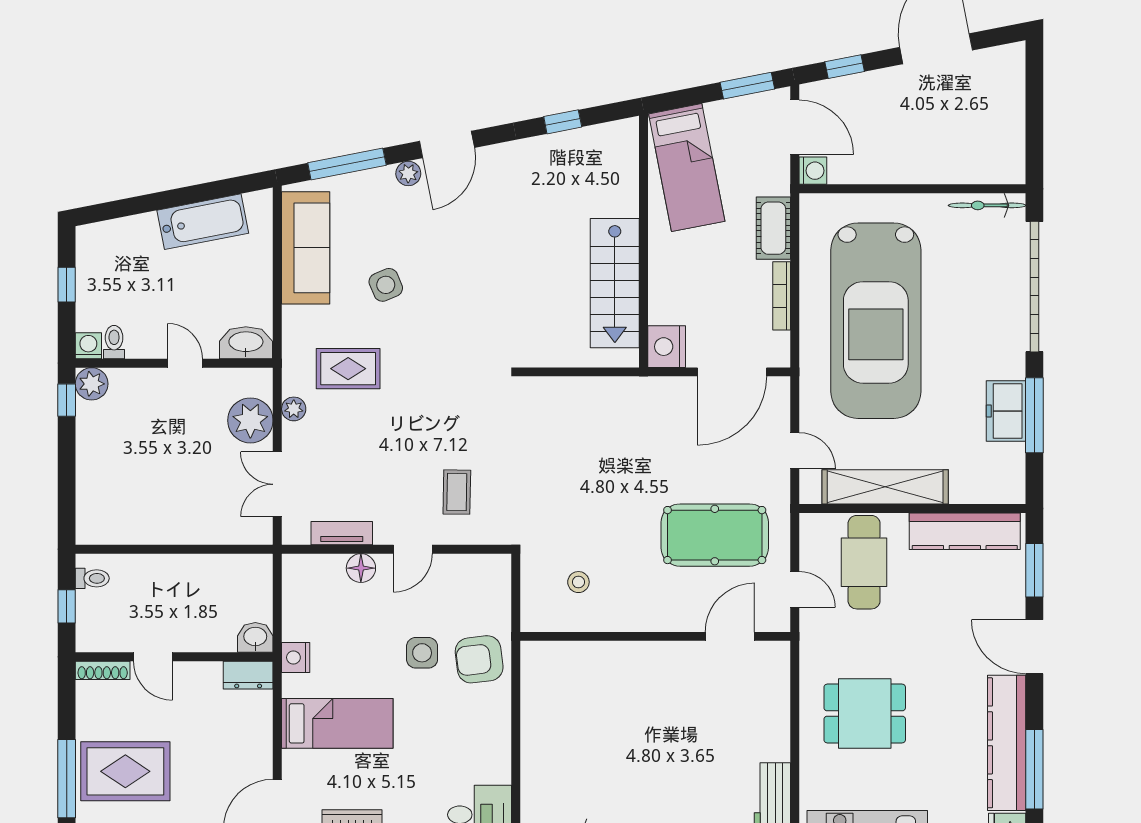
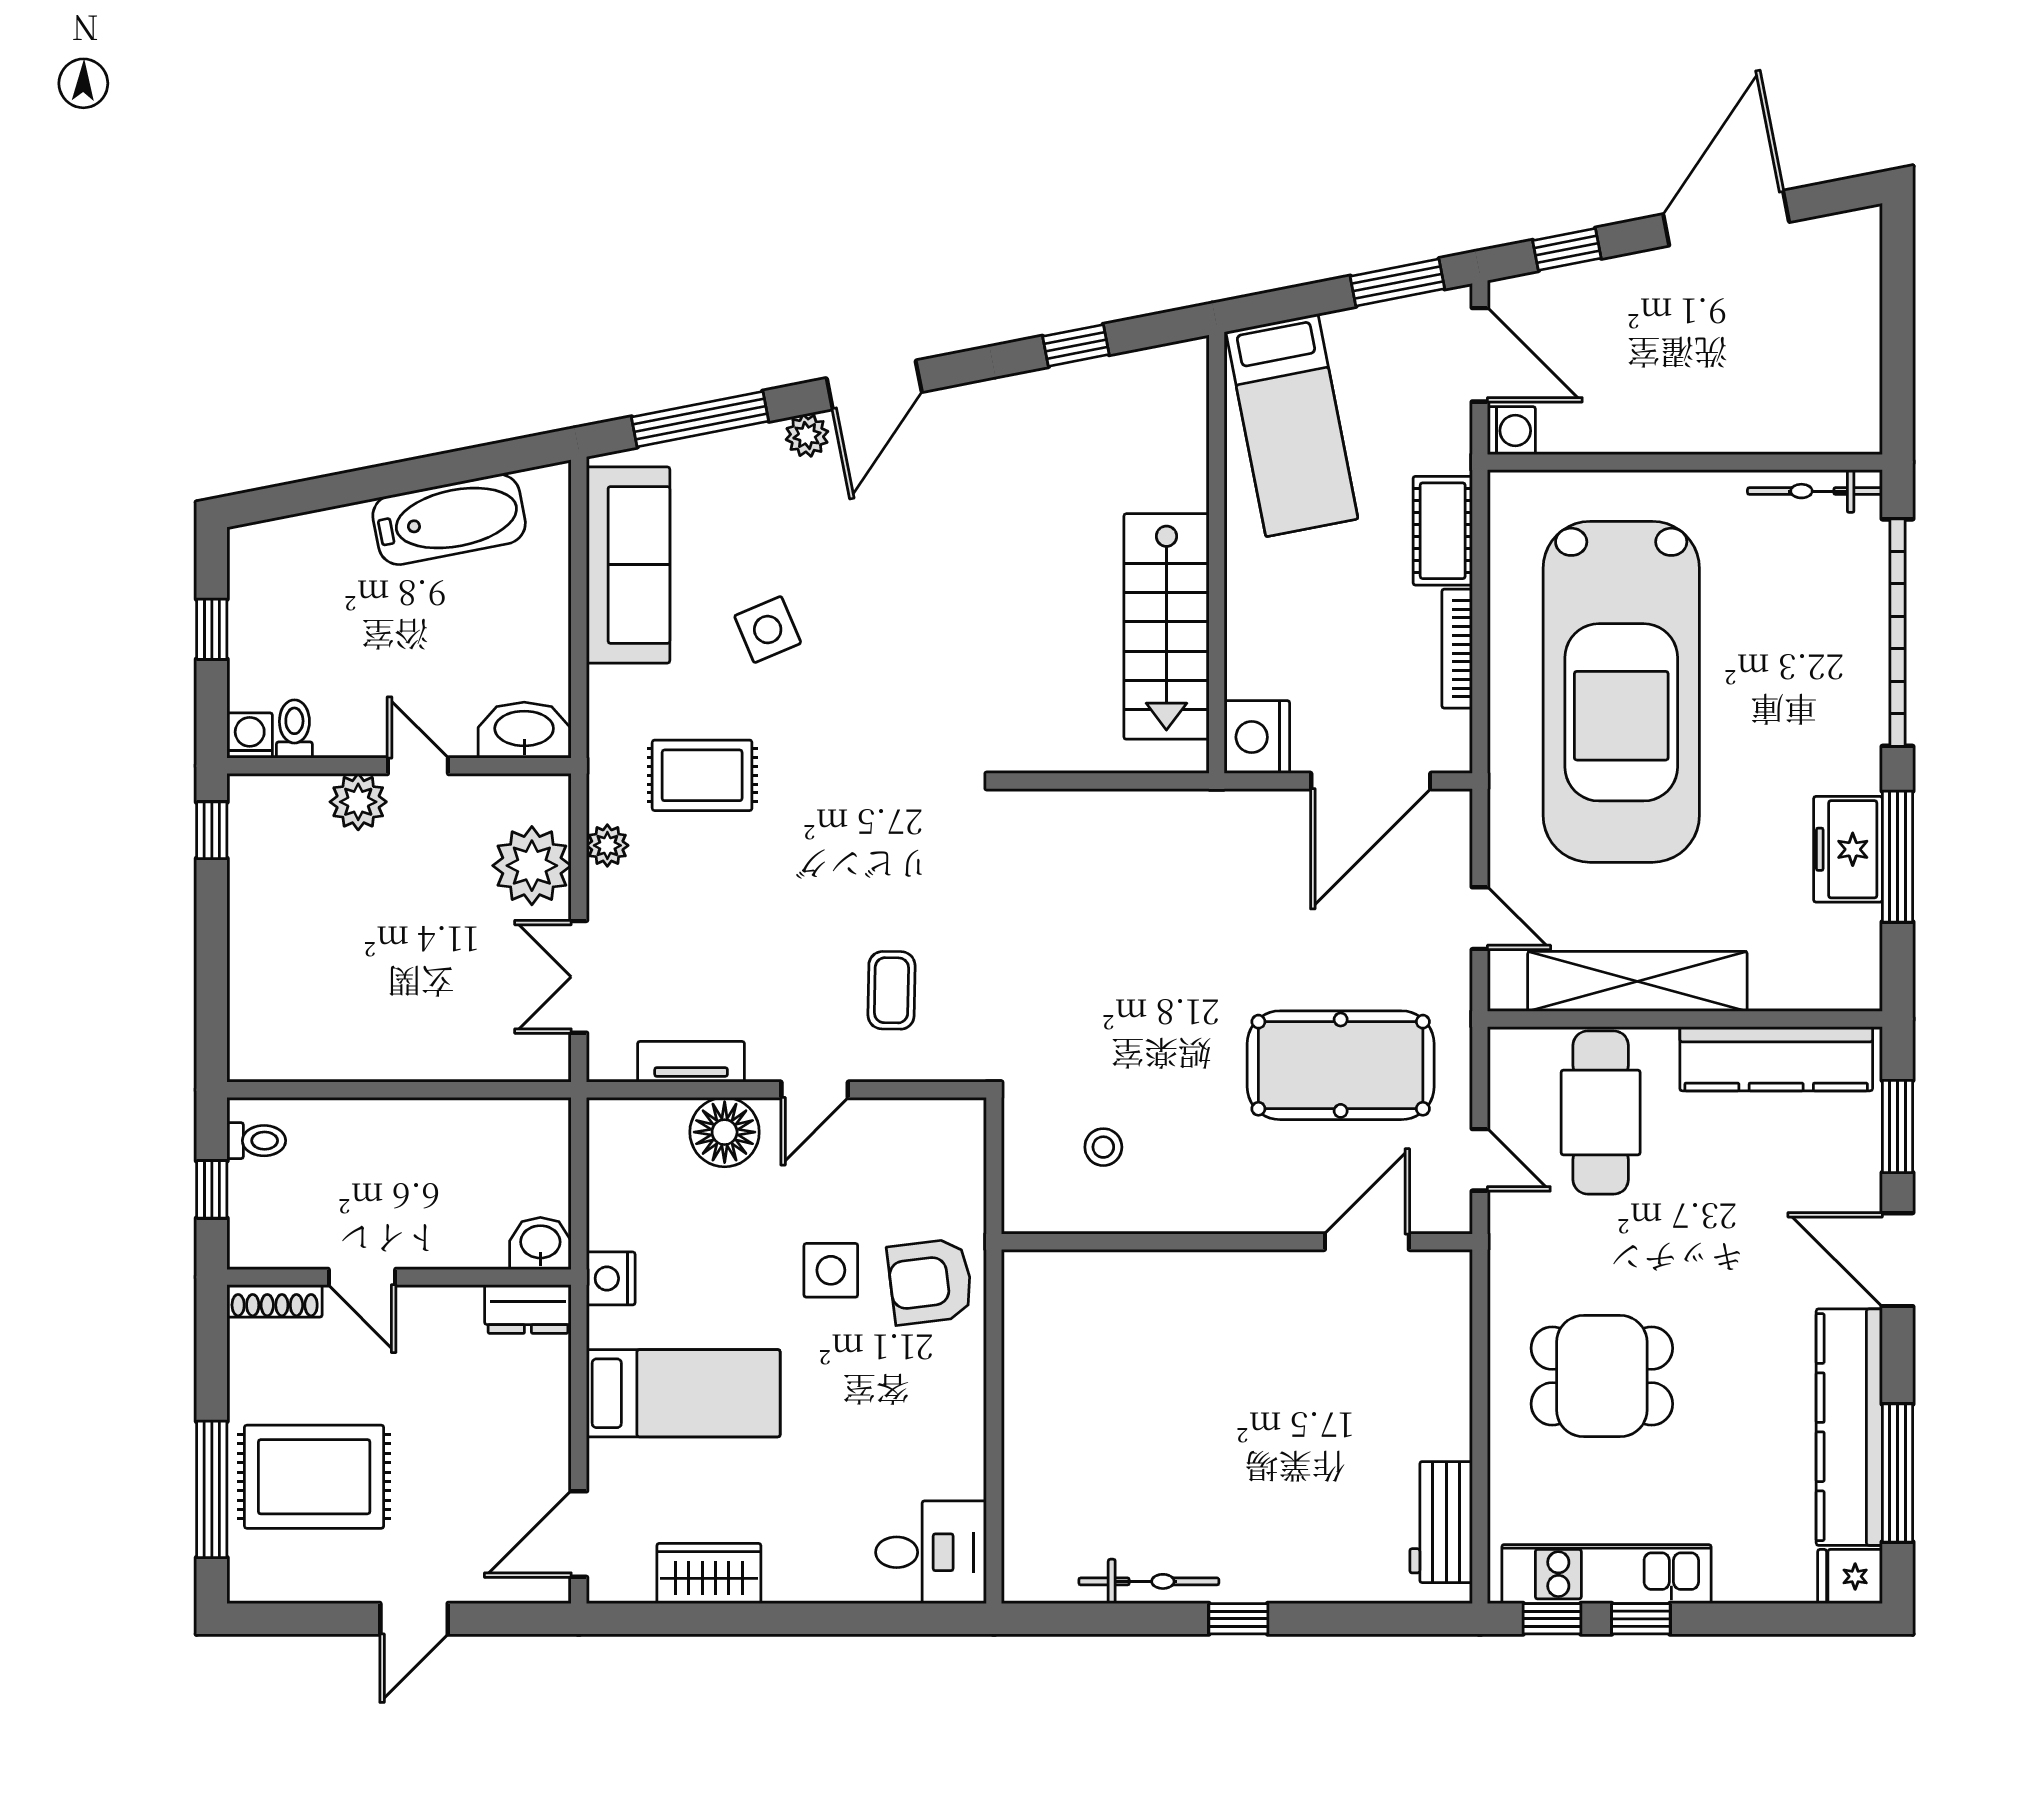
plant: (92, 384) -> (358, 802), moved
floor lamp: (361, 568) -> (725, 1132), width x1.38, depth x1.38

